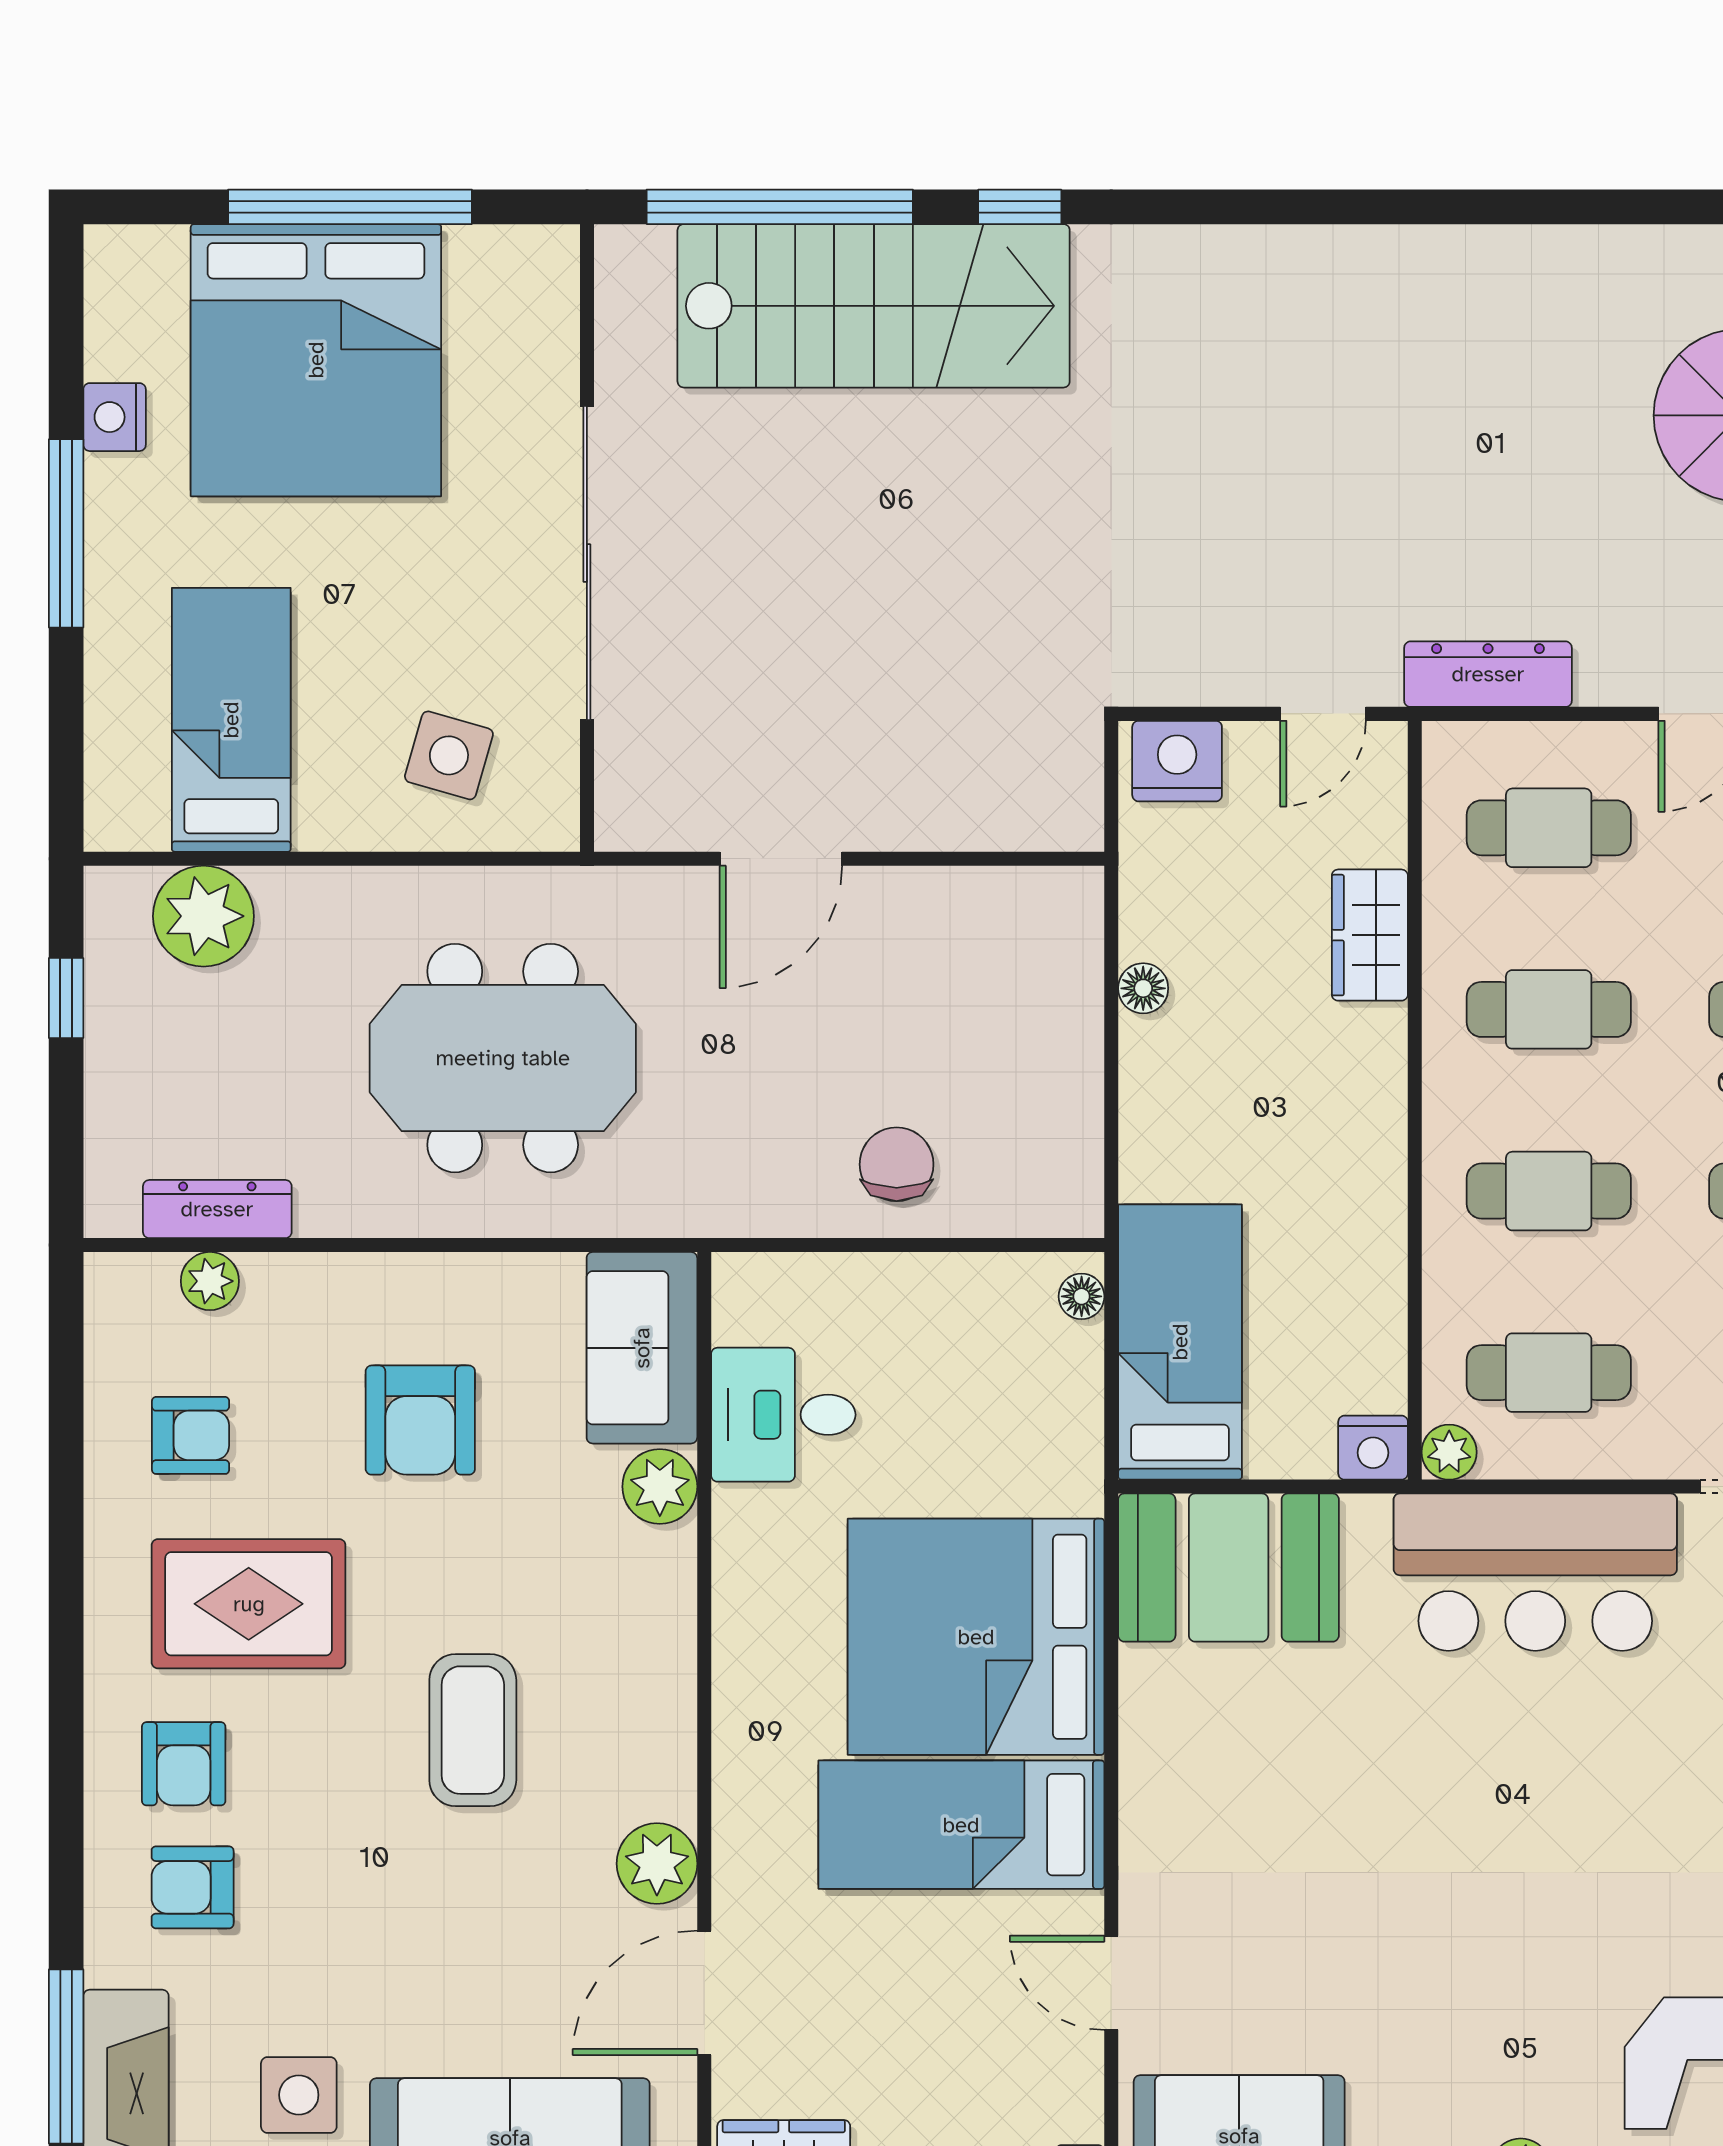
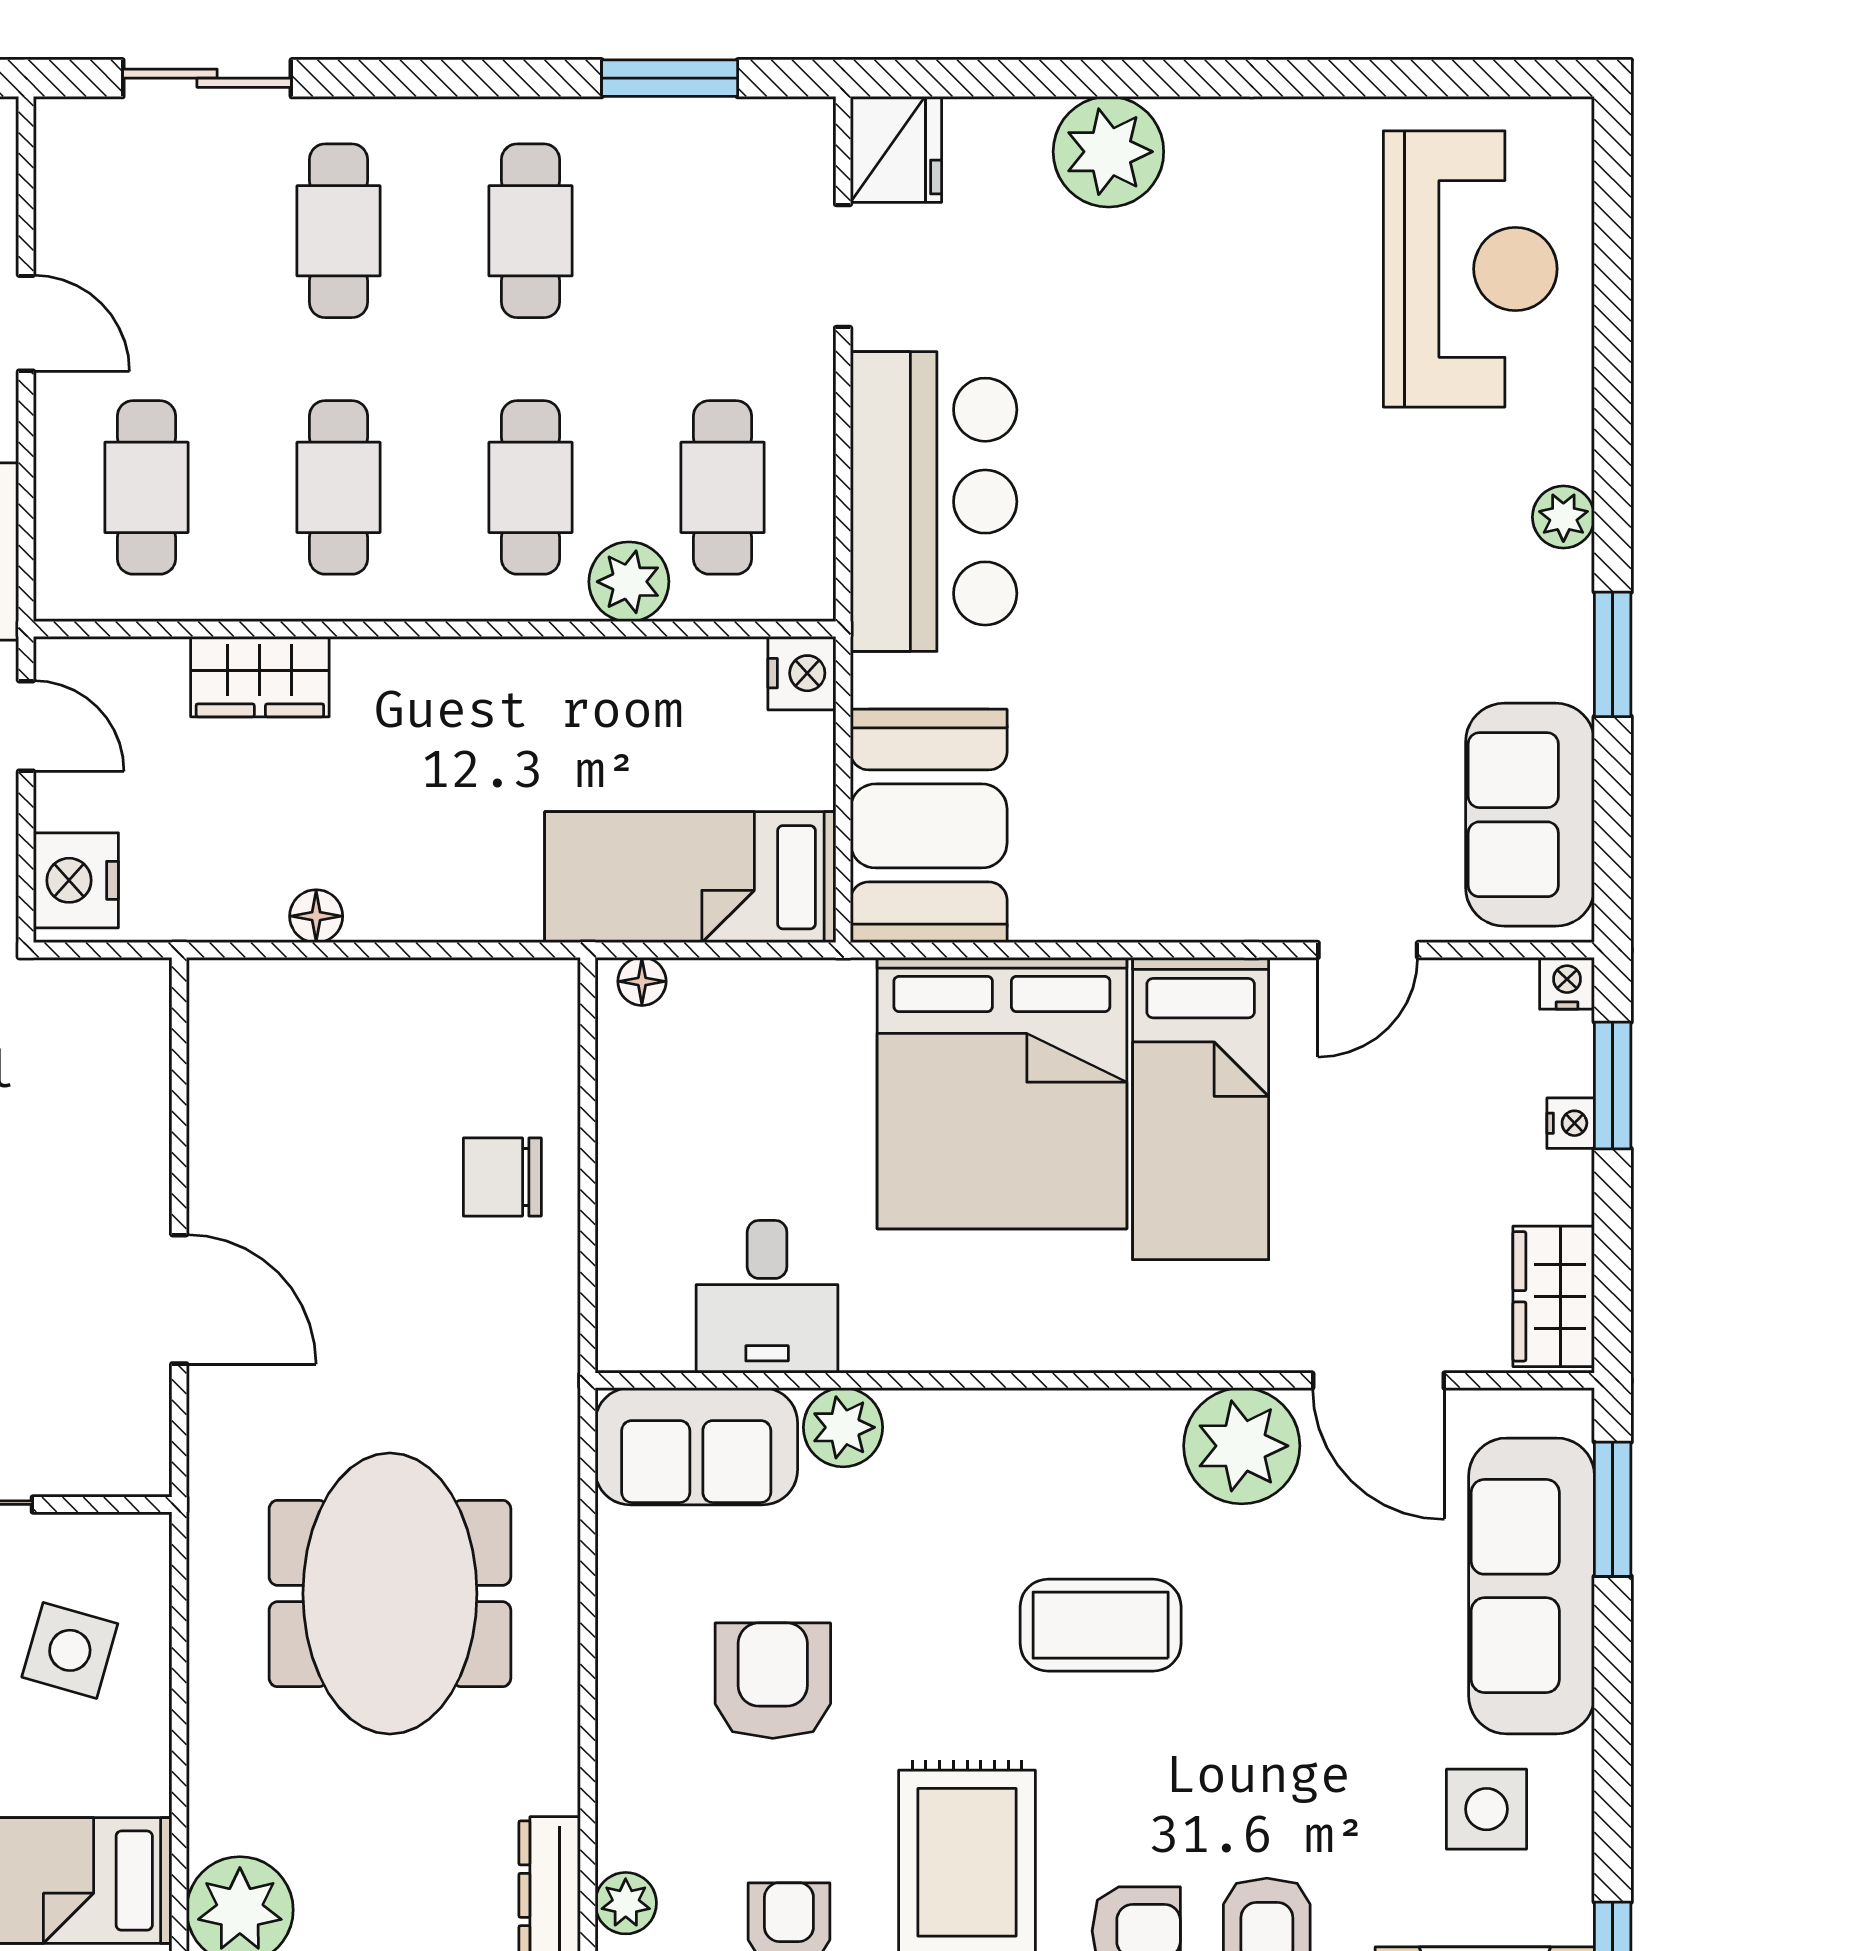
armchair: (420, 1420) -> (773, 1681), turned -90
plant: (1449, 1452) -> (629, 582), moved, width x1.38, depth x1.38
plant: (657, 1864) -> (1242, 1446), width x1.36, depth x1.36

